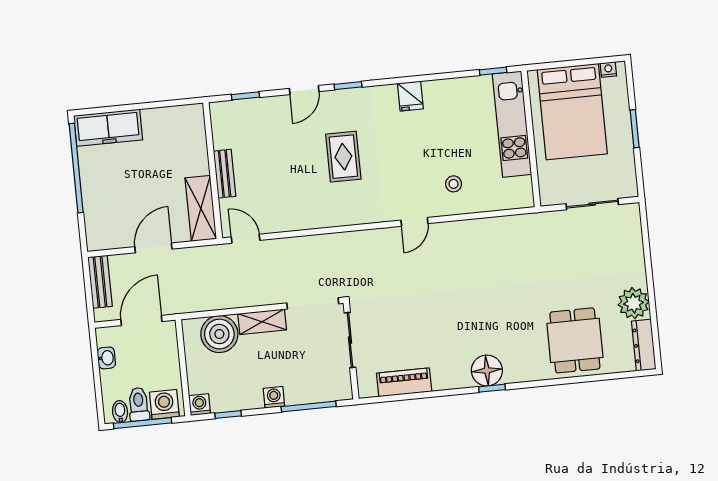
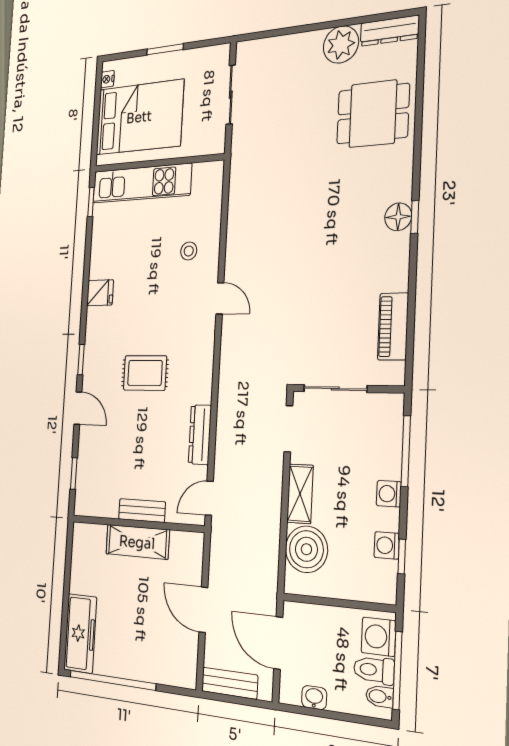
shelving: (201, 208) -> (137, 542), moved
dresser: (297, 221) -> (200, 435), added
doorway: (313, 303) -> (288, 429), width x0.73
floor lamp: (487, 370) -> (398, 217), width x0.73, depth x0.73
washing machine: (200, 405) -> (387, 545), moved

